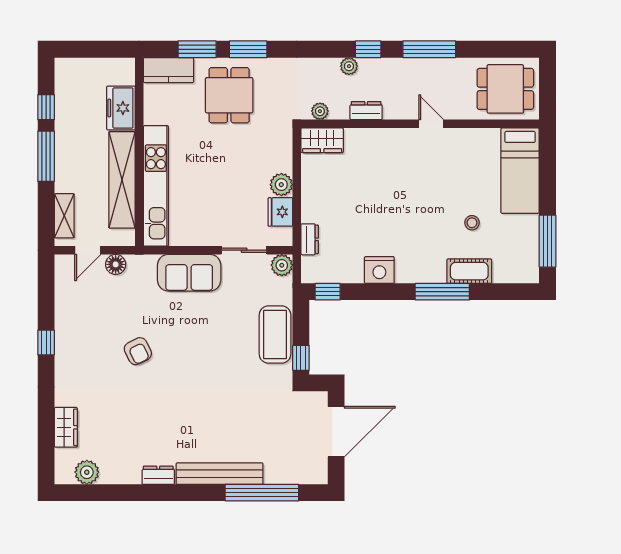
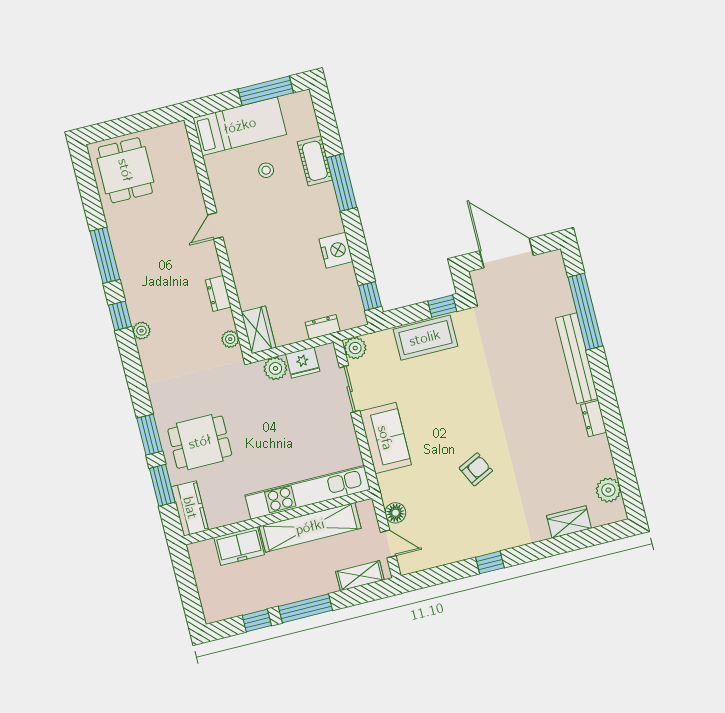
plant: (320, 111) -> (230, 339), moved
dresser: (366, 111) -> (218, 294), moved
wall: (420, 124) -> (218, 237), moved
door: (431, 124) -> (215, 226), moved
wardrobe: (322, 140) -> (258, 330), moved
bed: (520, 171) -> (240, 126), moved

